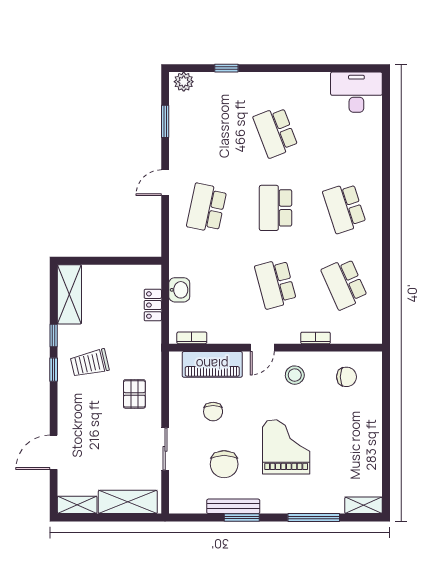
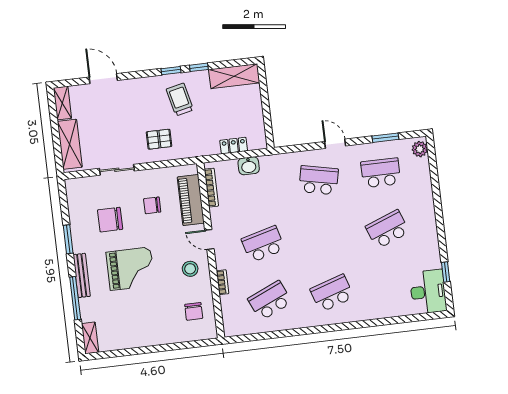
window: (226, 68) -> (446, 272), moved
school desk: (276, 208) -> (381, 173), moved
bookcase: (192, 338) -> (211, 188), width x1.56
bench: (233, 506) -> (82, 275), moved

